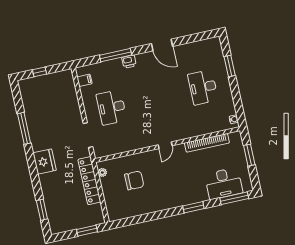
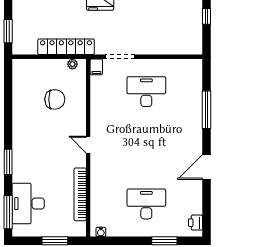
printer: (129, 62) -> (196, 223), moved
filing cabinet: (84, 80) -> (96, 67), moved
chair: (134, 180) -> (55, 99), turned -90

